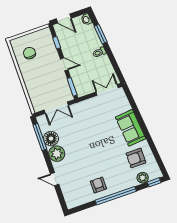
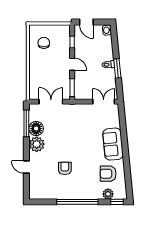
window: (101, 34) -> (117, 68), moved
double door: (56, 108) -> (51, 102), swing flipped
armchair: (98, 185) -> (65, 168), moved

